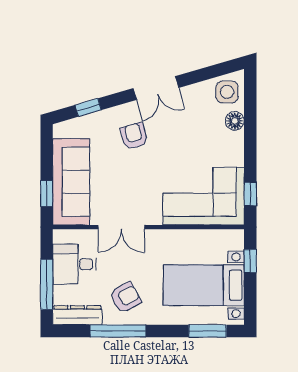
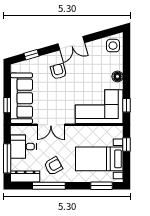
floor lamp: (235, 121) -> (117, 76), moved

